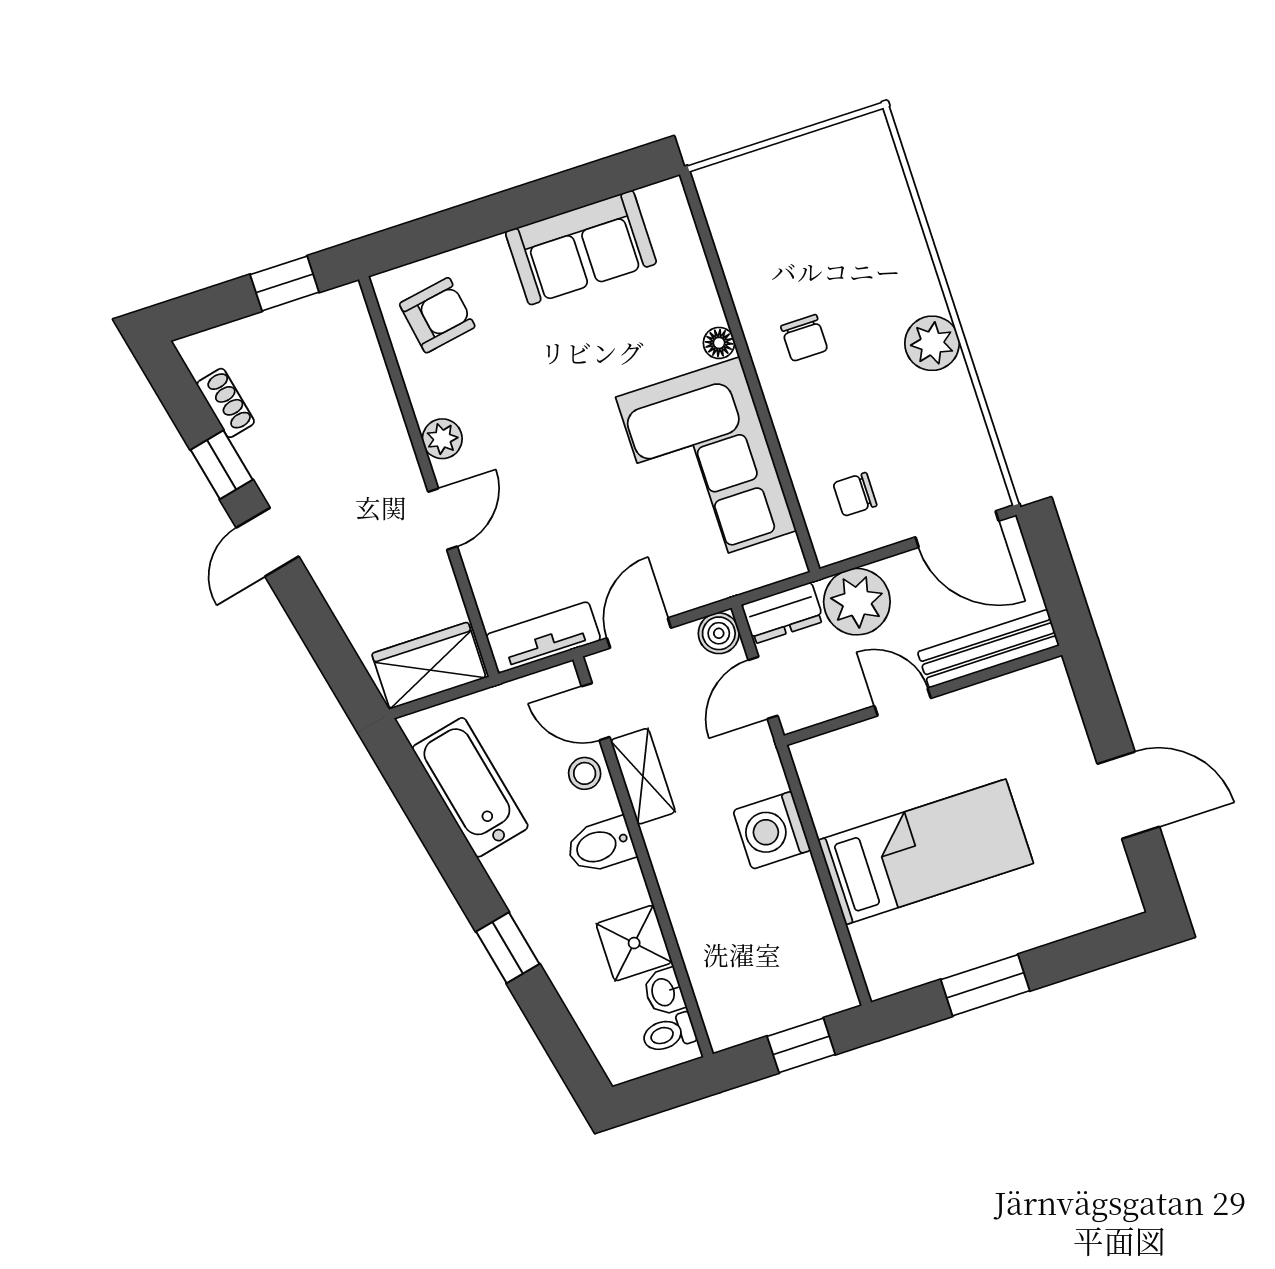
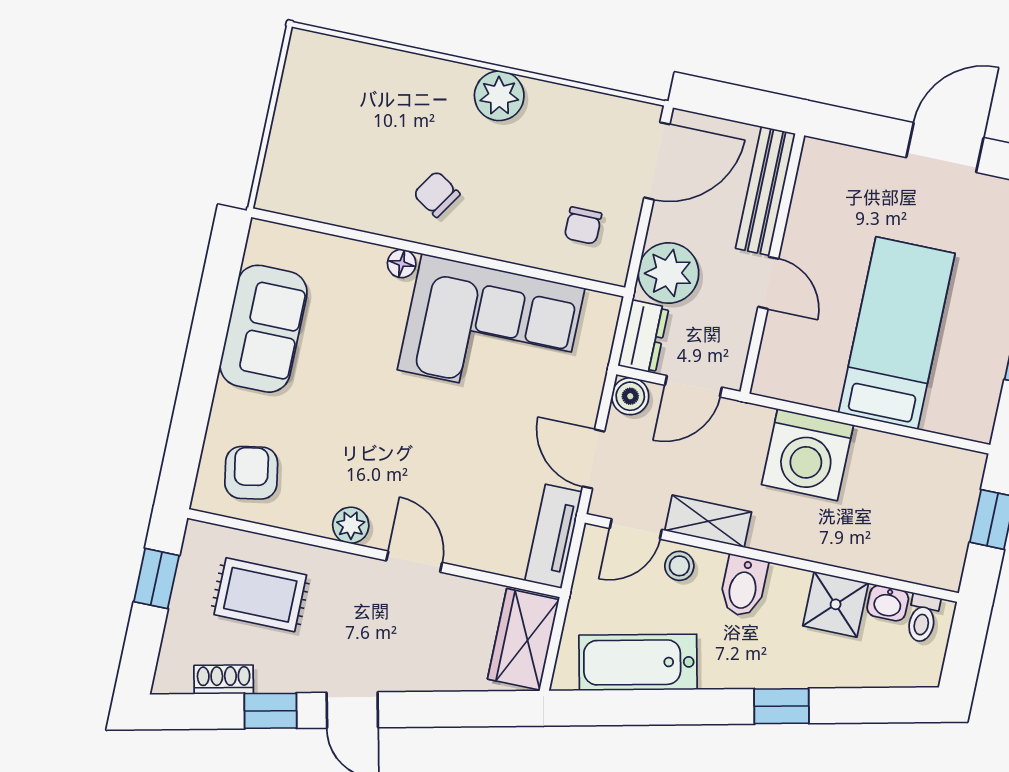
chair: (804, 338) -> (437, 194), turned -147
rug: (326, 391) -> (260, 595), added
door: (763, 688) -> (693, 386), hinge flipped
door: (903, 702) -> (768, 283), swing flipped
washing machine: (772, 830) -> (807, 455), width x1.37, depth x1.37

